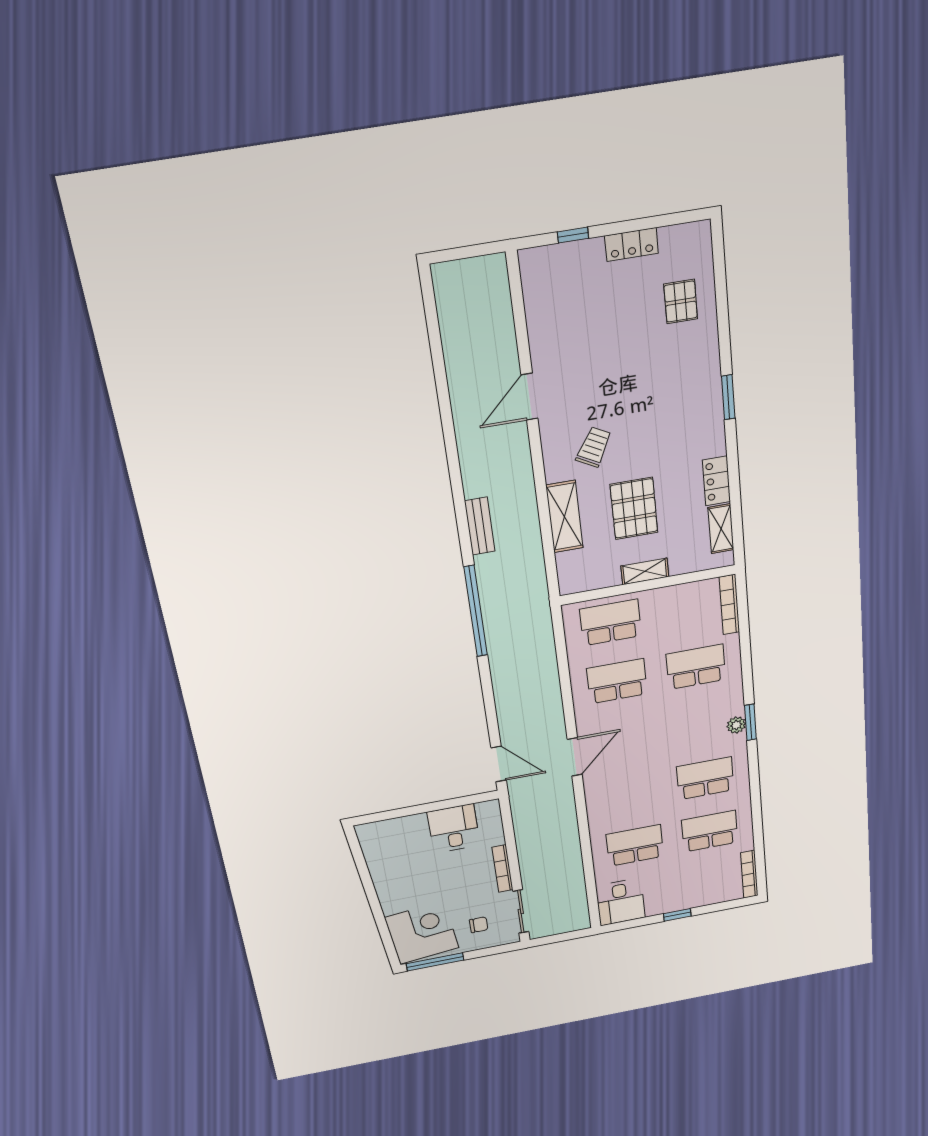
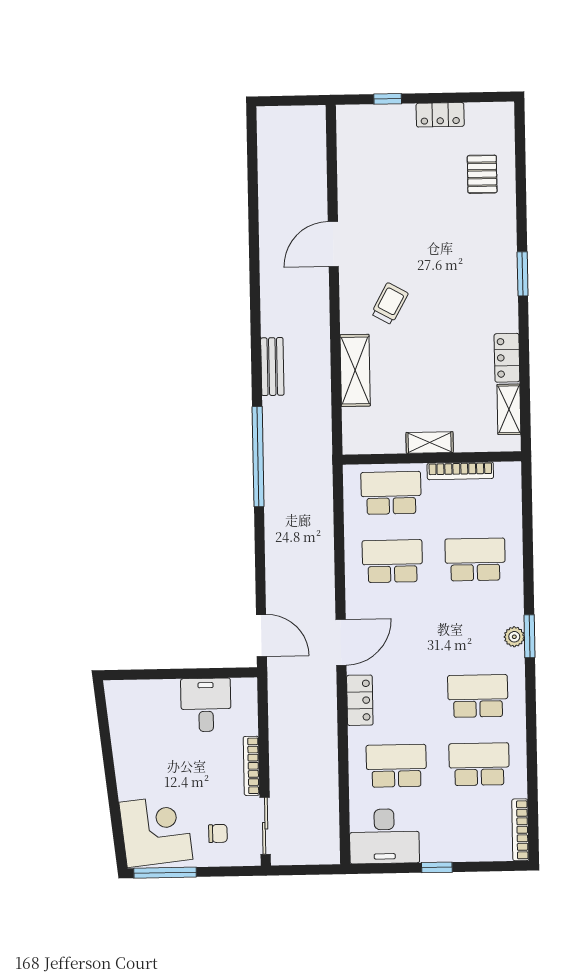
pallet: (634, 508) -> (424, 373), removed
bookcase: (729, 605) -> (460, 471), moved, turned -90
locker: (597, 800) -> (360, 700), added
desk: (620, 902) -> (384, 836), width x1.37

